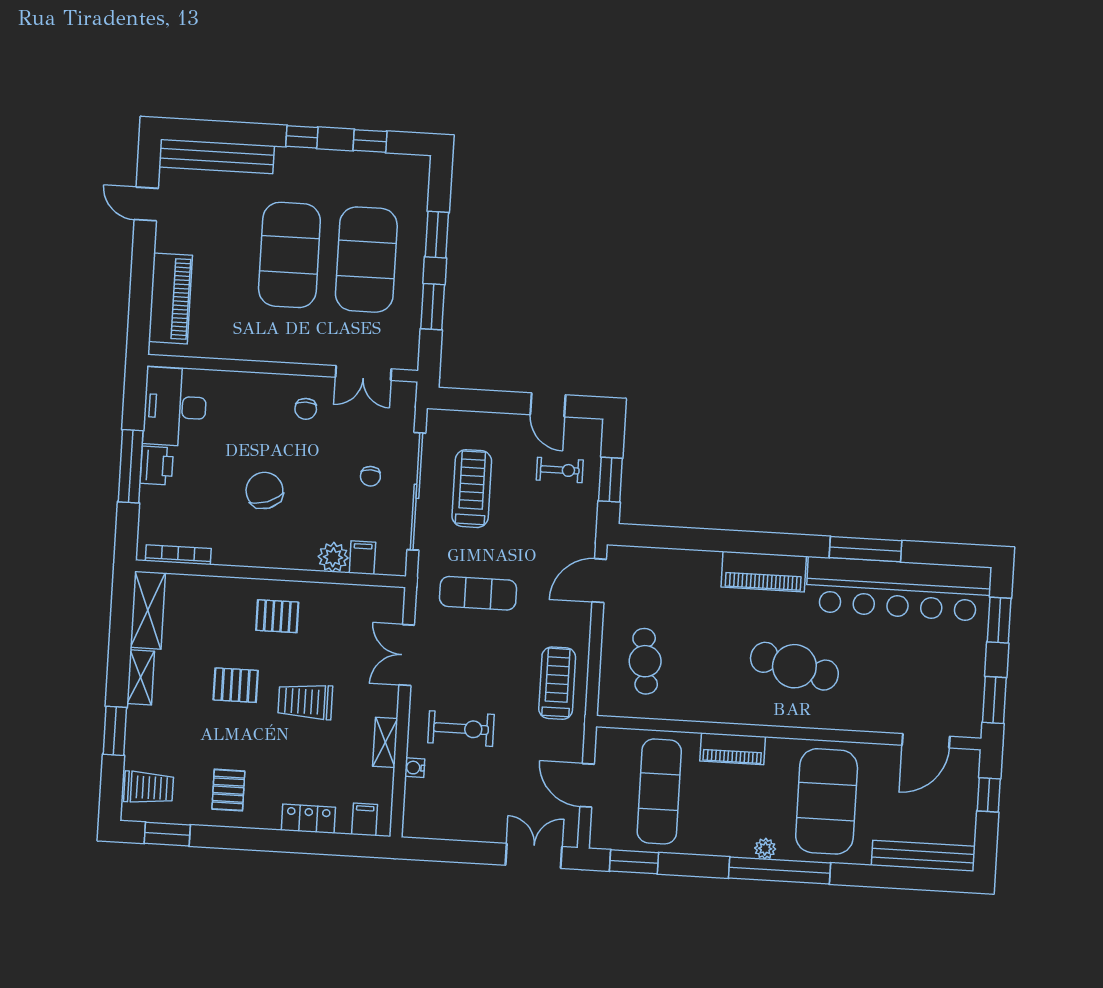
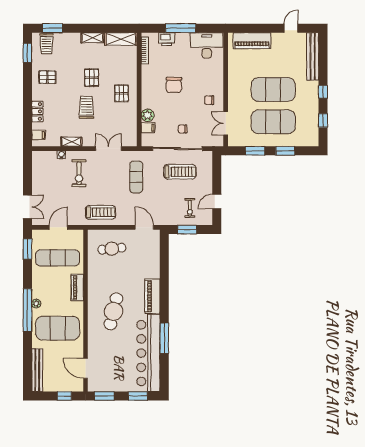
printer: (157, 466) -> (167, 39), moved
chair: (264, 490) -> (174, 85), turned 109
window: (115, 731) -> (52, 28), moved

